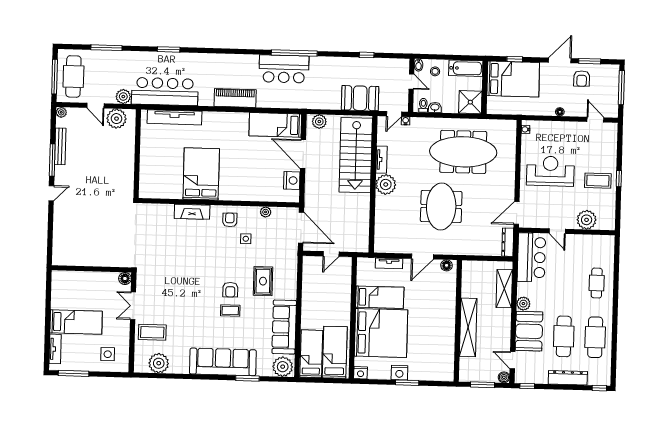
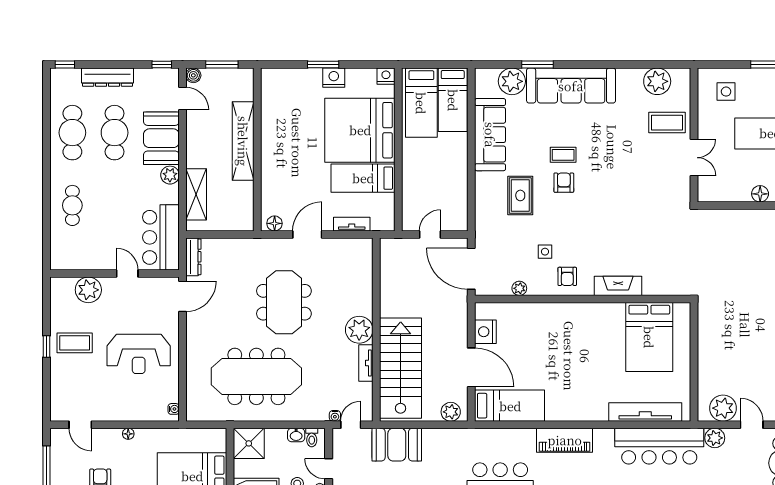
bed: (201, 174) -> (649, 337), moved
floor lamp: (125, 278) -> (760, 194), moved
plant: (283, 367) -> (512, 81), moved

